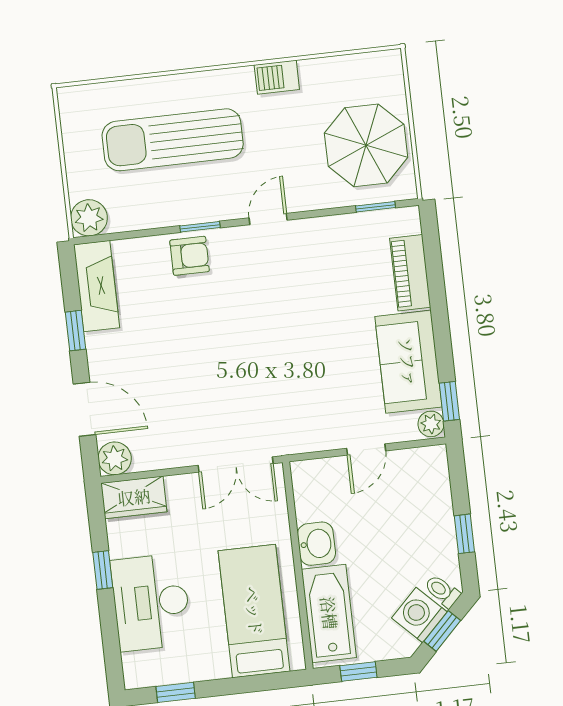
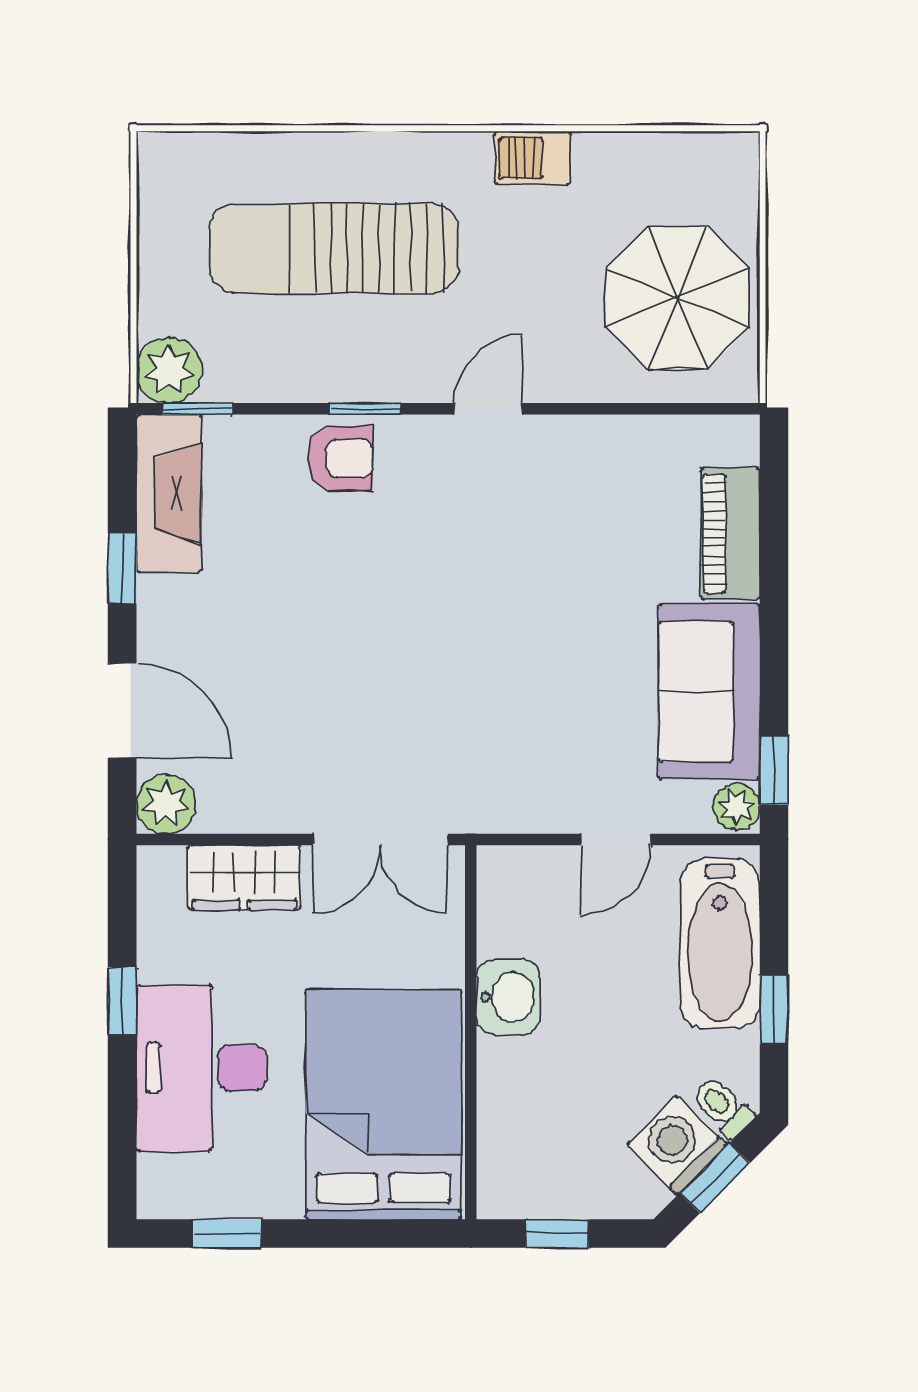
window: (376, 207) -> (197, 409), moved
wardrobe: (134, 497) -> (244, 878), moved
bed: (254, 611) -> (383, 1104), width x1.50
bathtub: (329, 613) -> (720, 944), moved, turned 180

